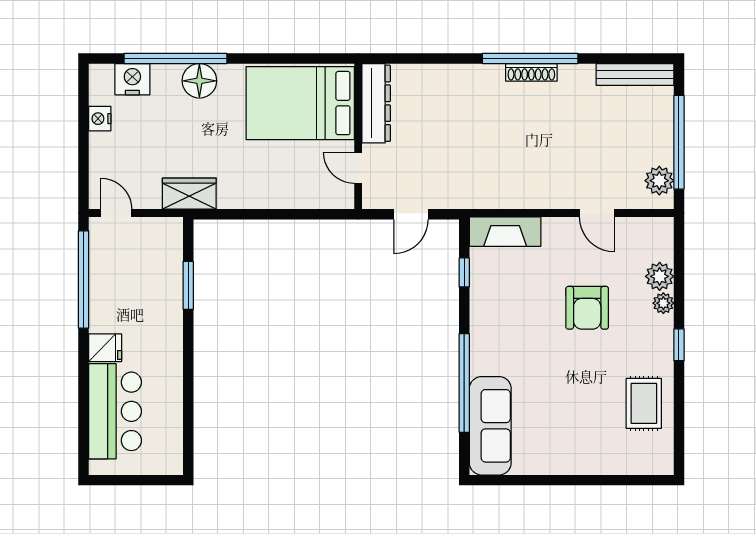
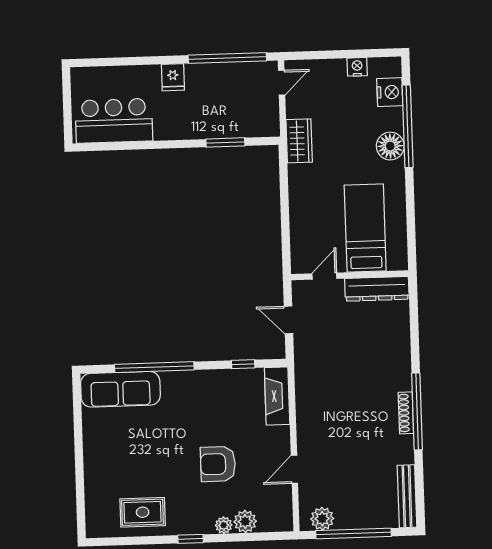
bed: (300, 103) -> (365, 228), width x0.67
bar counter: (115, 411) -> (114, 121), moved, turned 180

